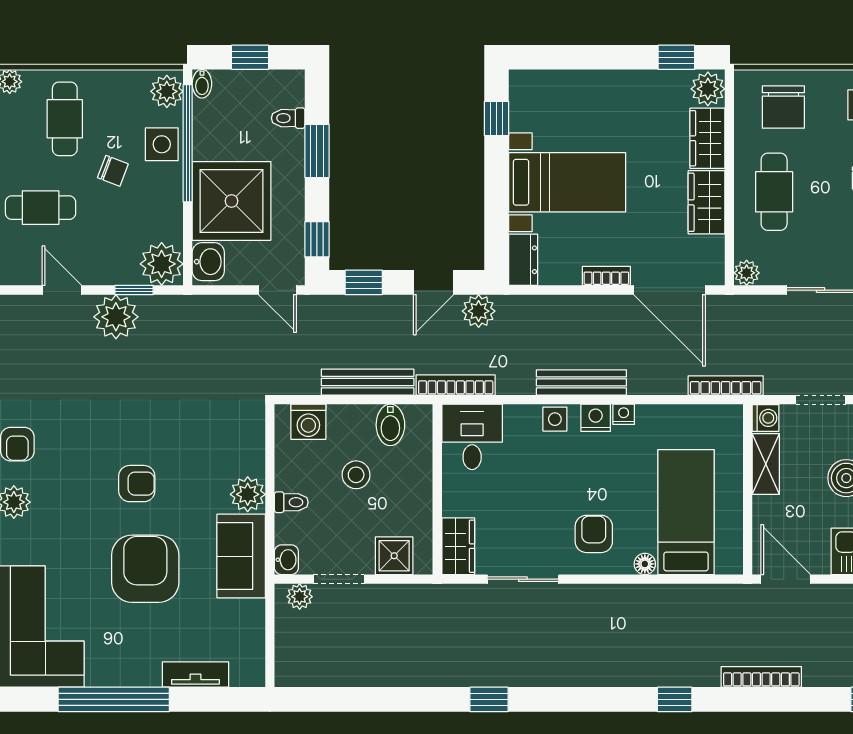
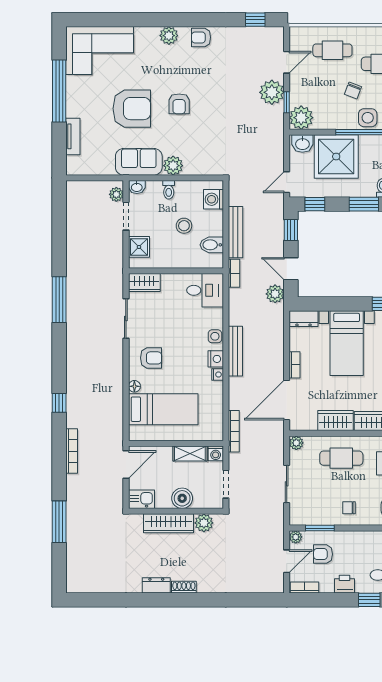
cafe table: (41, 208) -> (332, 50), turned 90
bookcase: (456, 385) -> (234, 273), width x0.64
window: (489, 699) -> (59, 300), width x2.17

